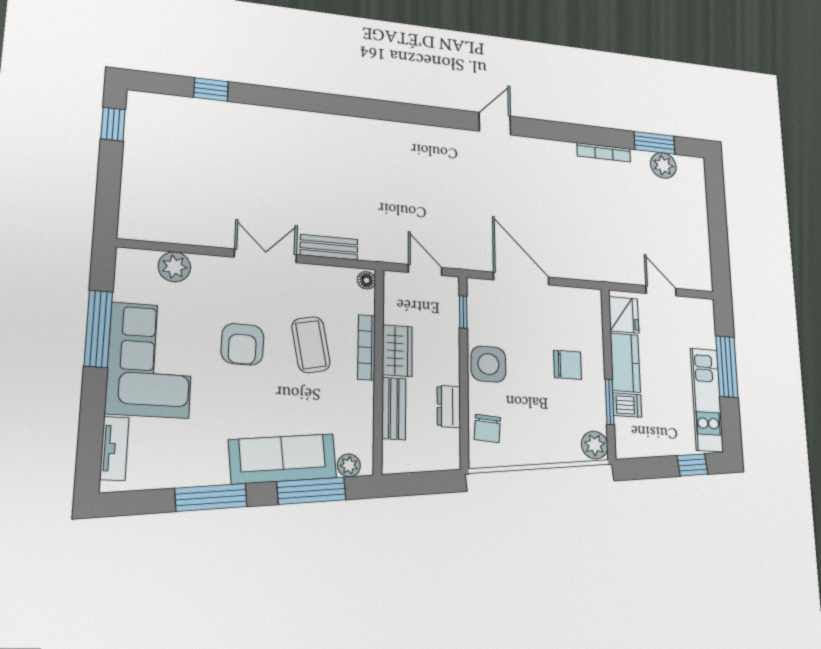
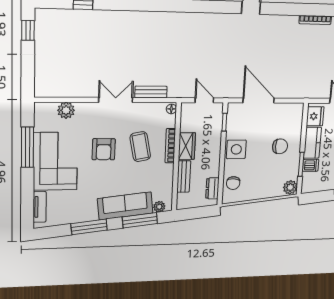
dresser: (449, 406) -> (212, 188), moved

